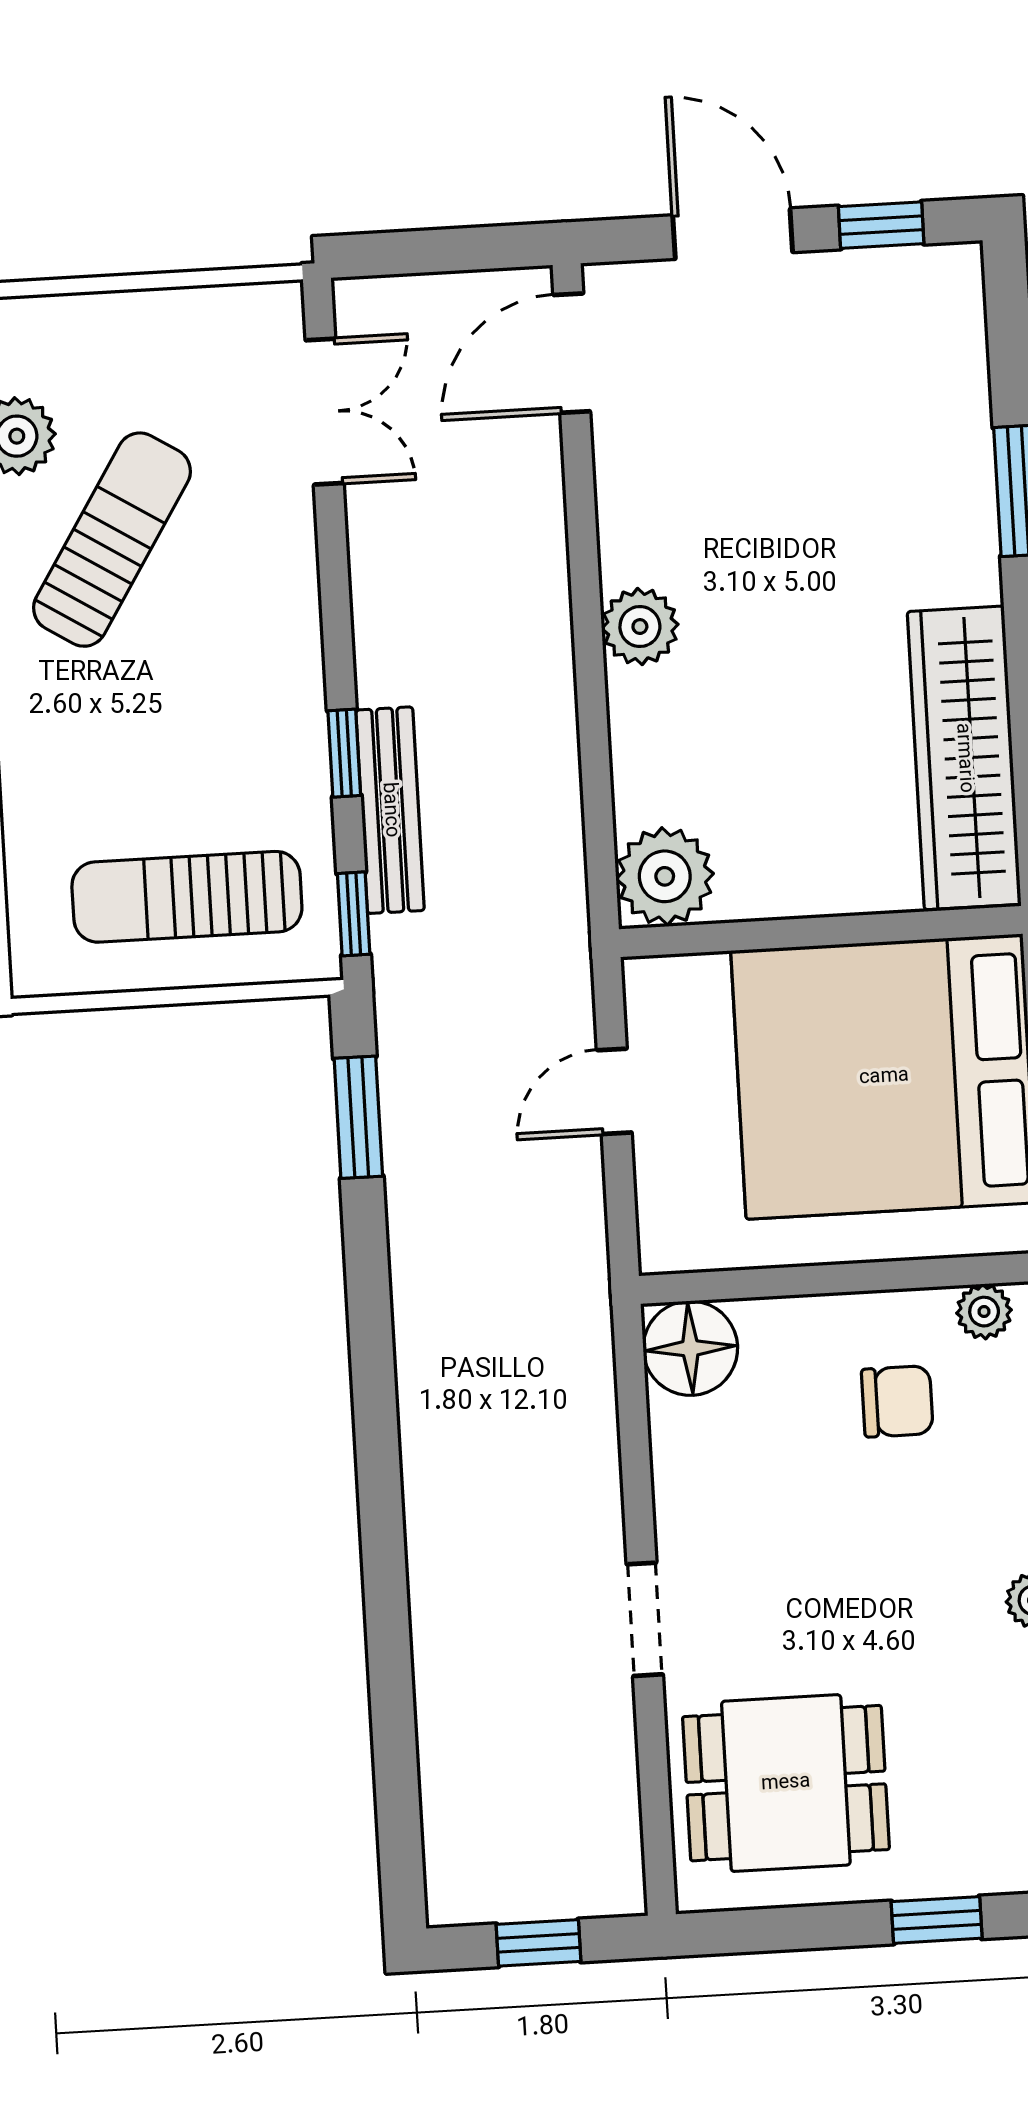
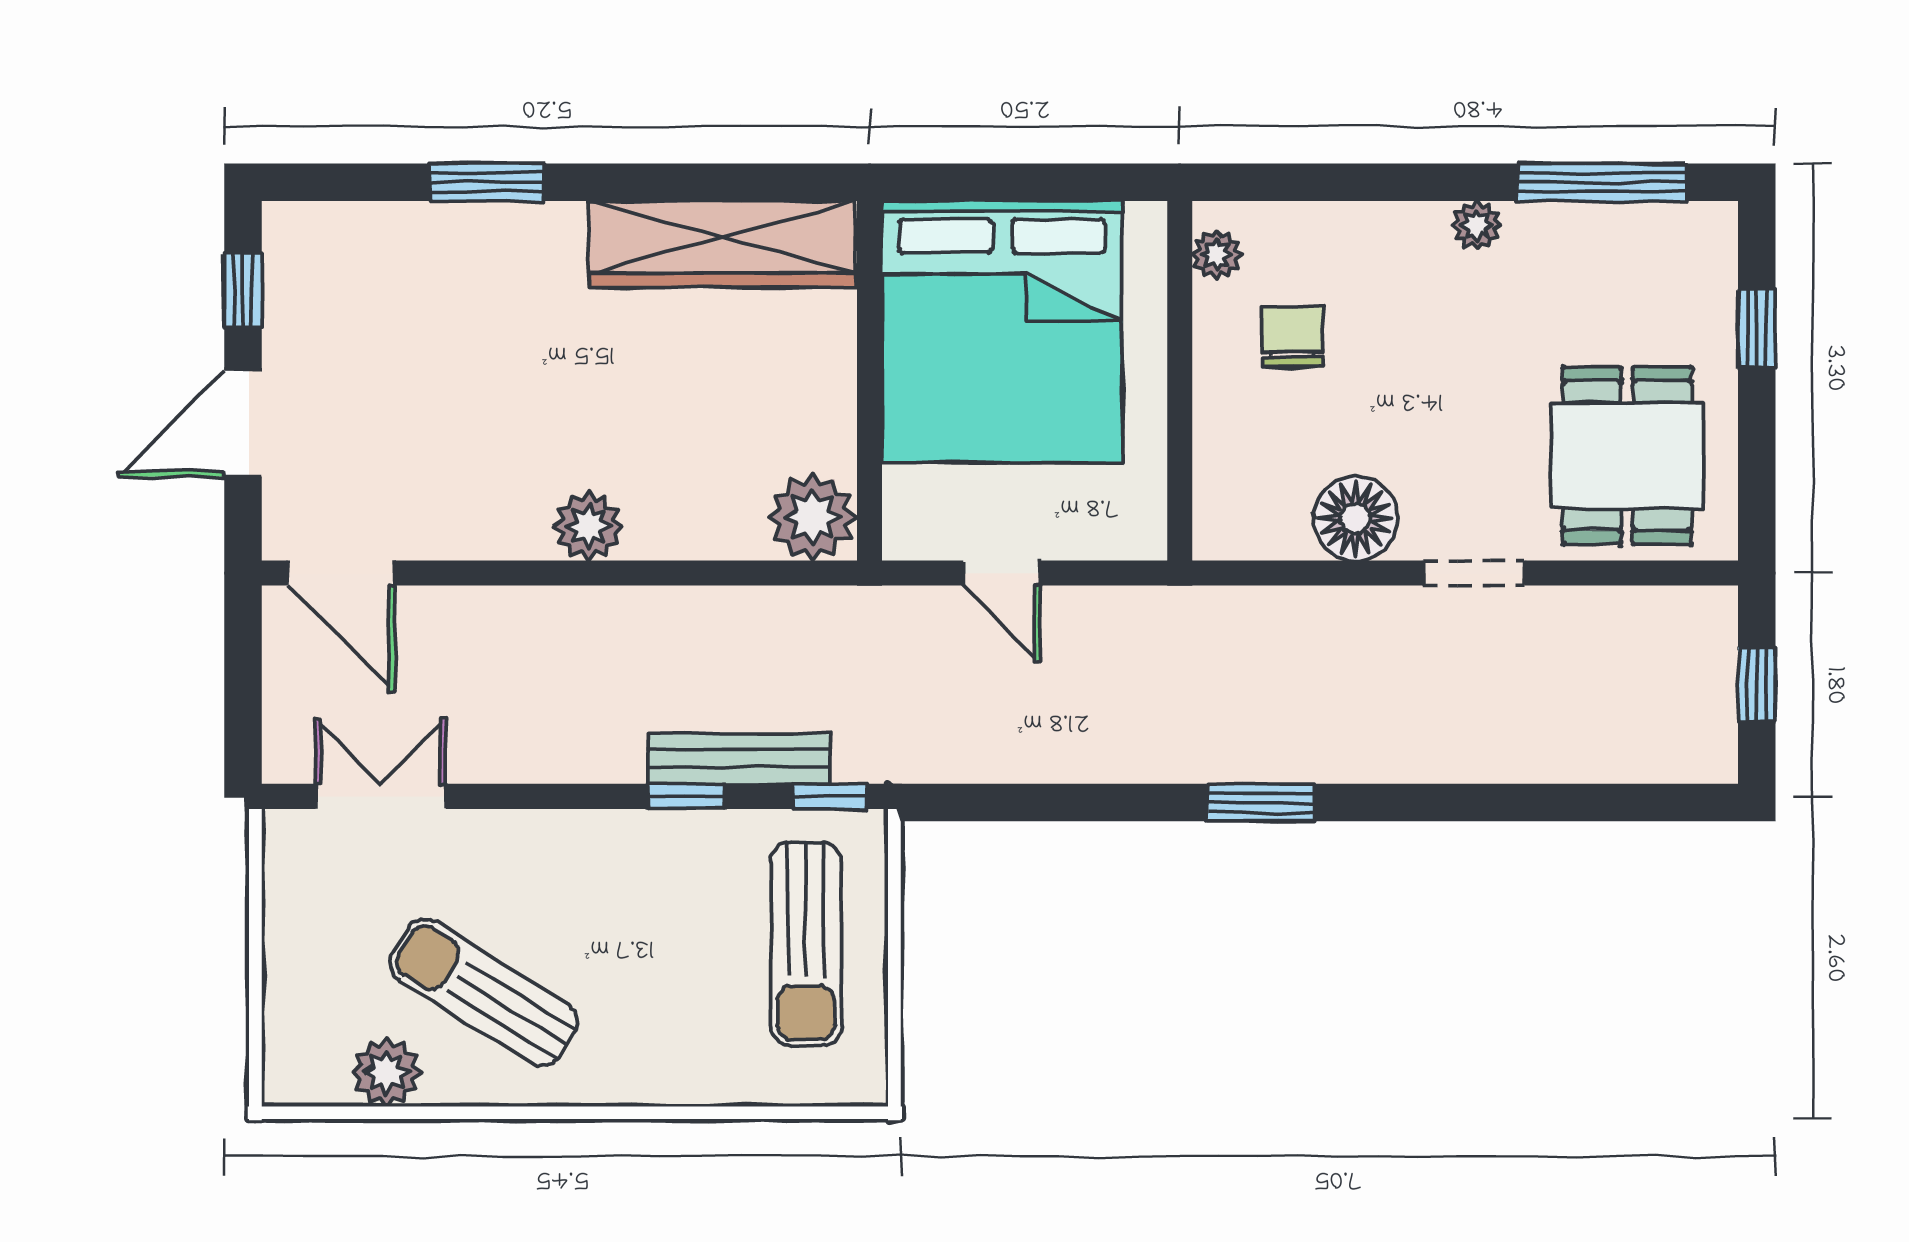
window: (358, 1117) -> (1260, 803), moved
floor lamp: (690, 1348) -> (1355, 518), moved

